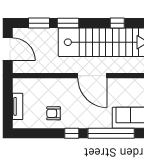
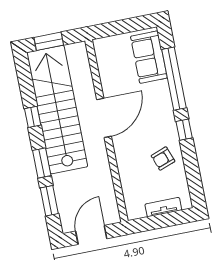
window: (117, 23) -> (33, 117), moved
armchair: (54, 113) -> (163, 159), turned 70

